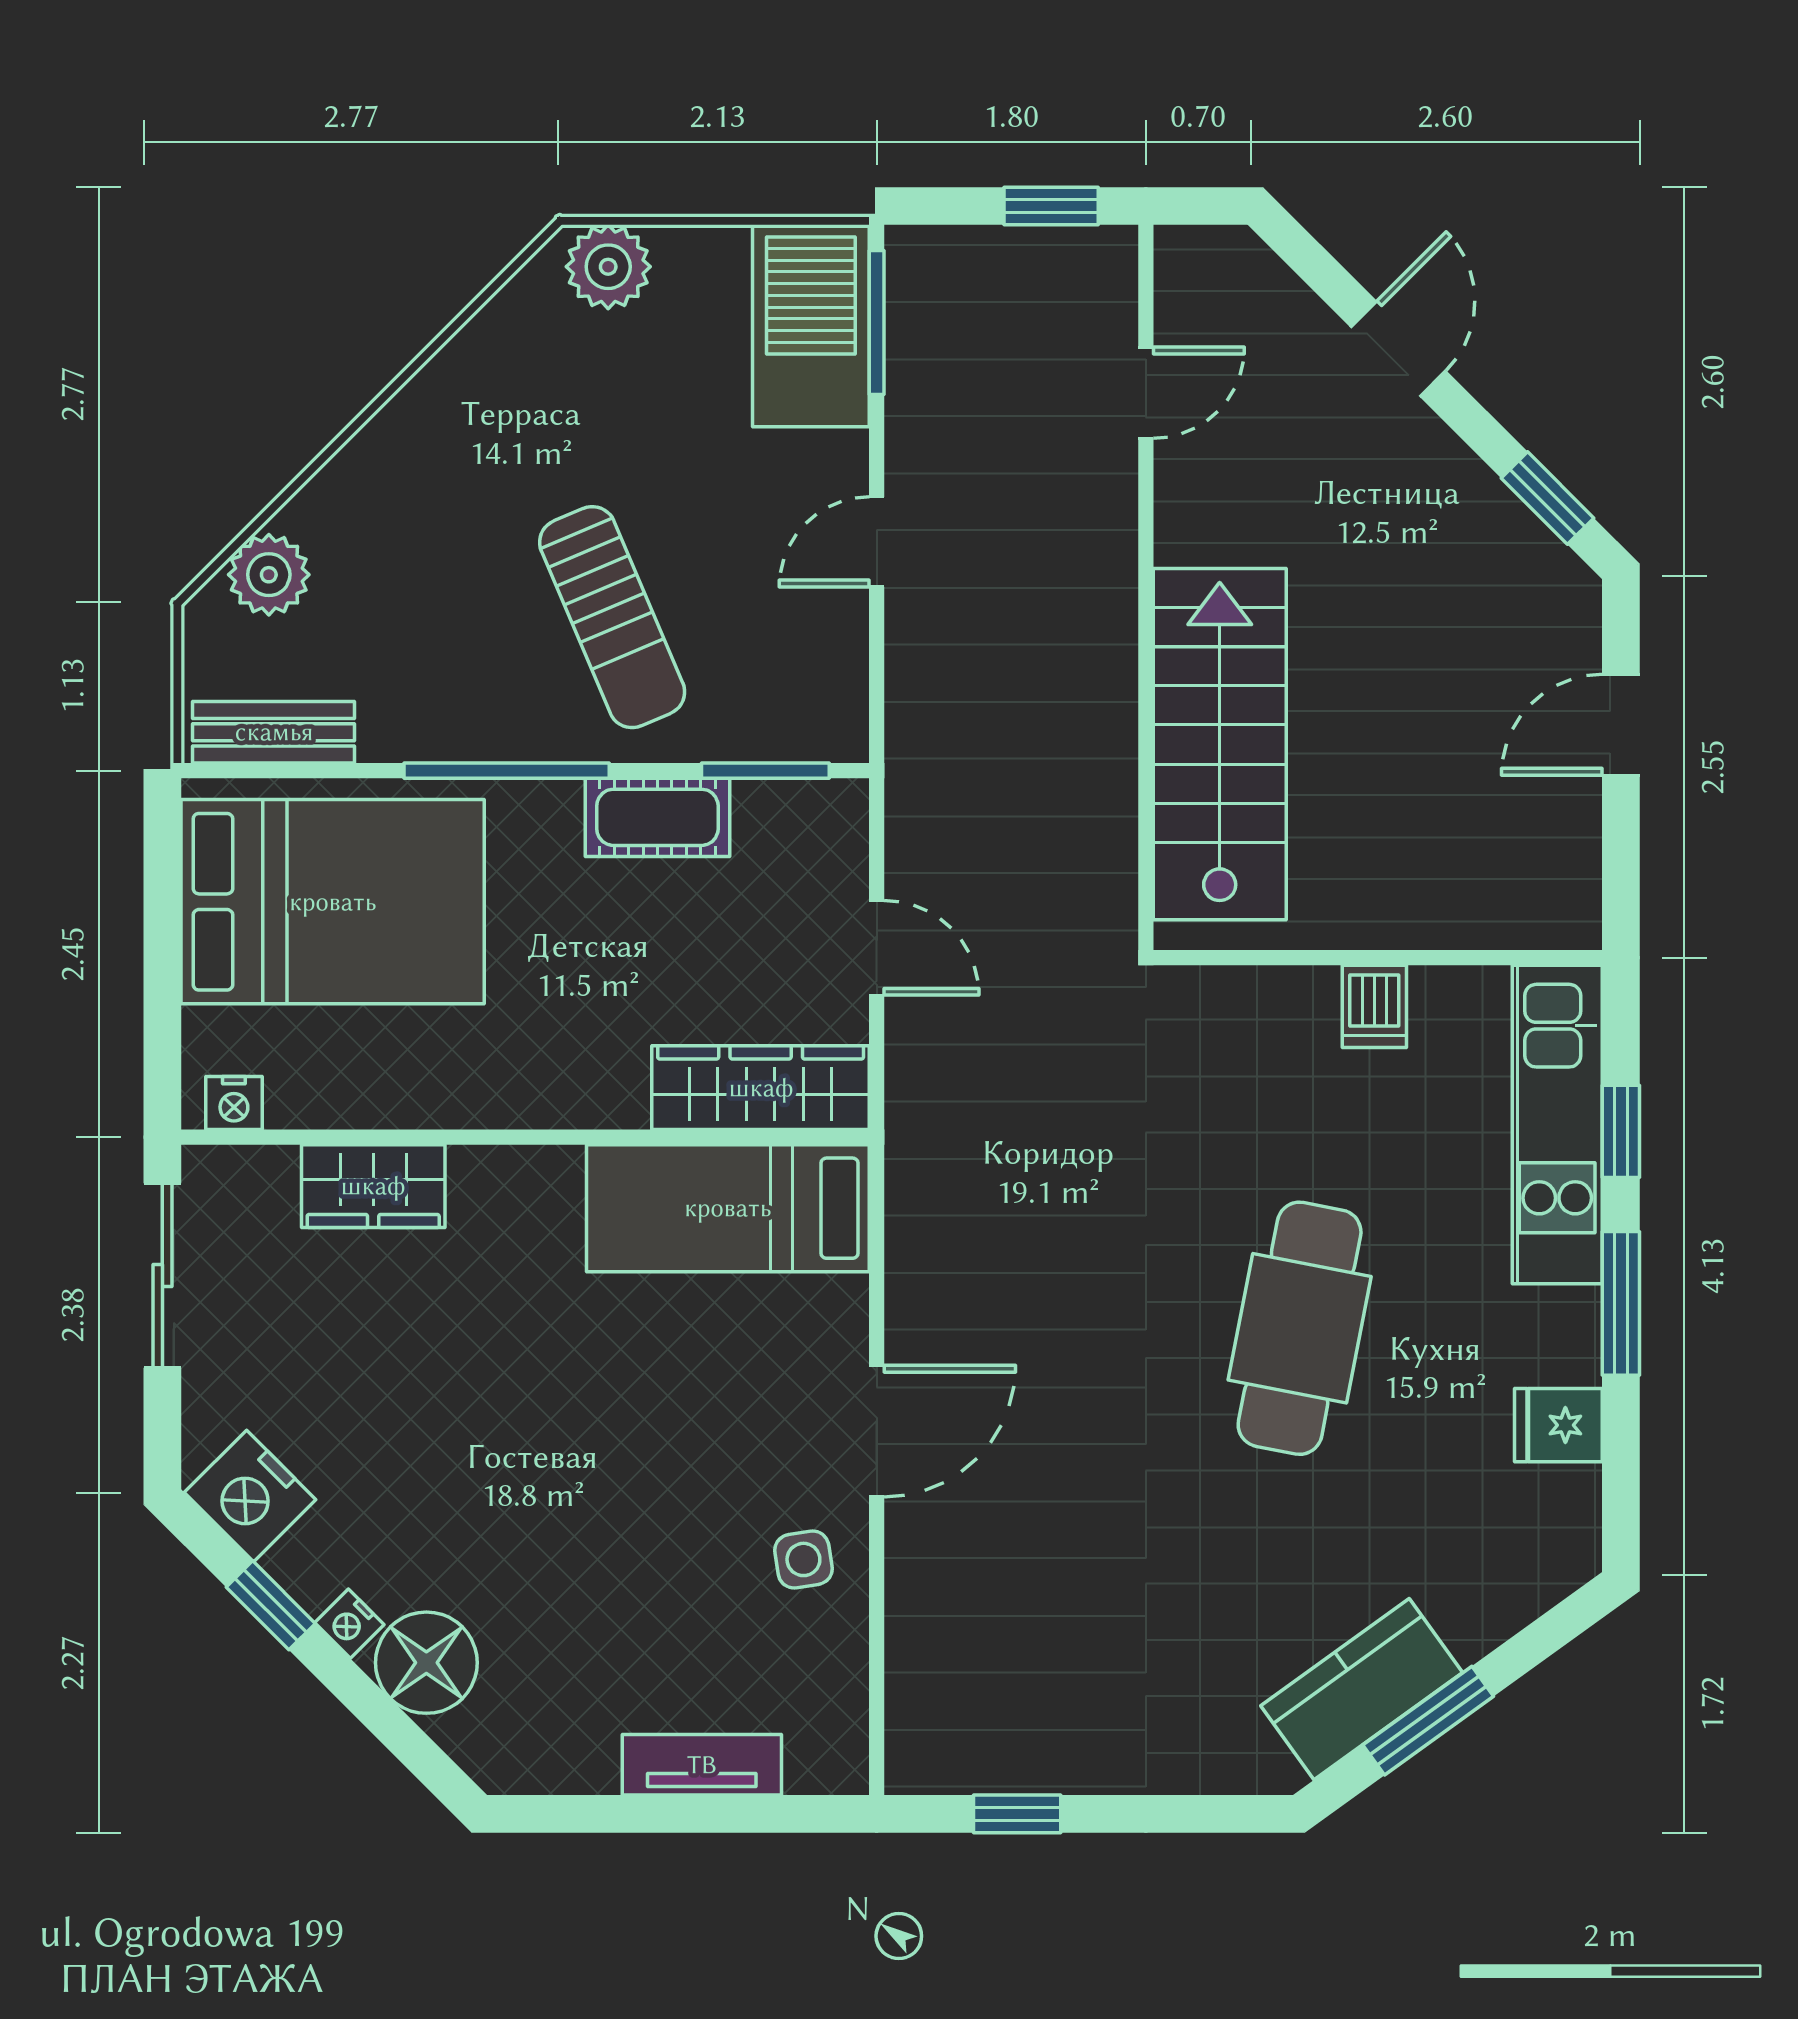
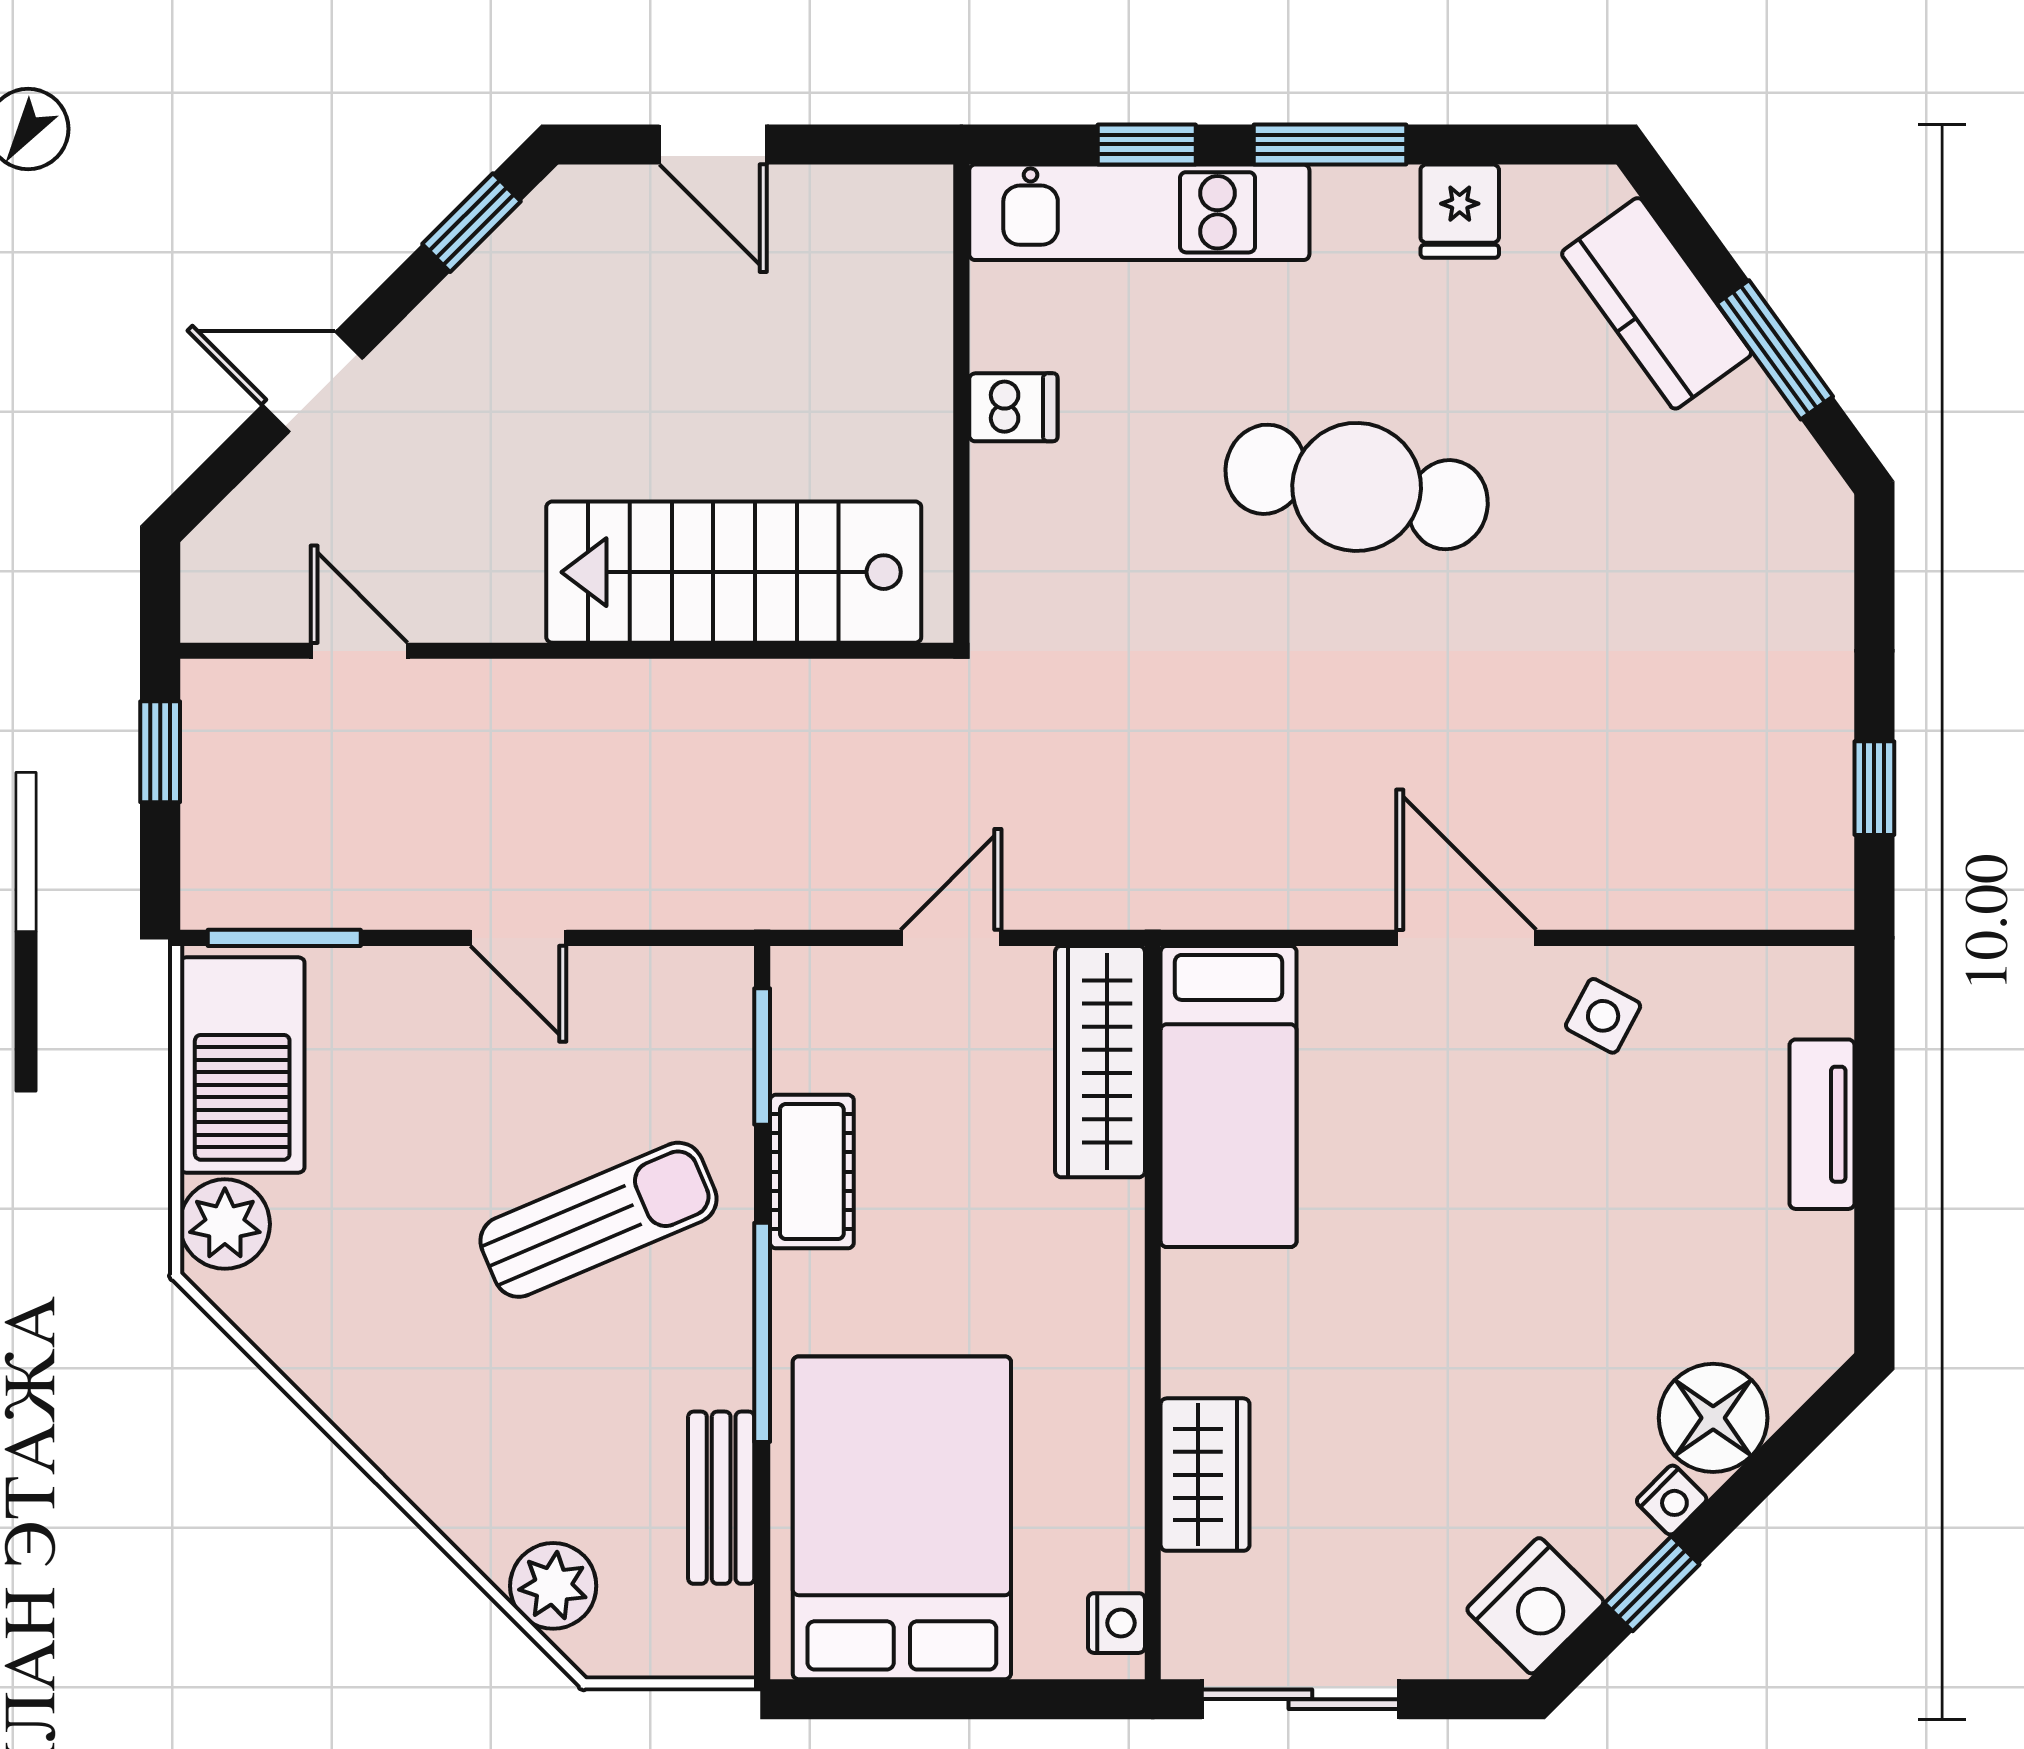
barbecue: (811, 326) -> (242, 1065), moved, turned -90
bench: (274, 732) -> (721, 1498), moved
side table: (803, 1559) -> (1603, 1016), turned 37
kitchen counter: (1362, 1689) -> (1657, 303), moved

